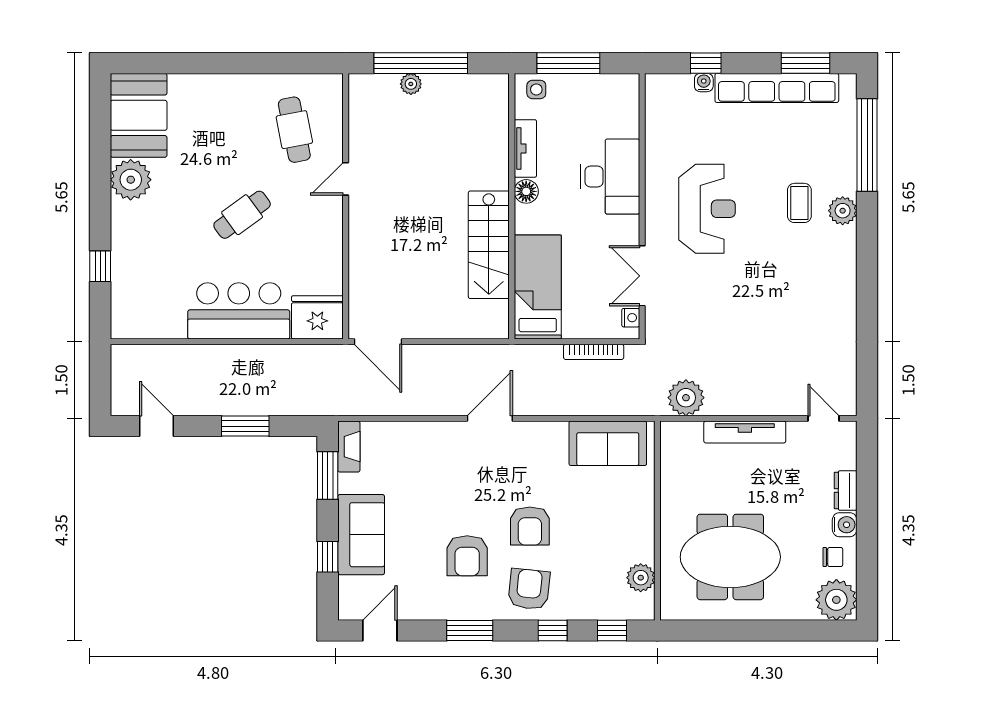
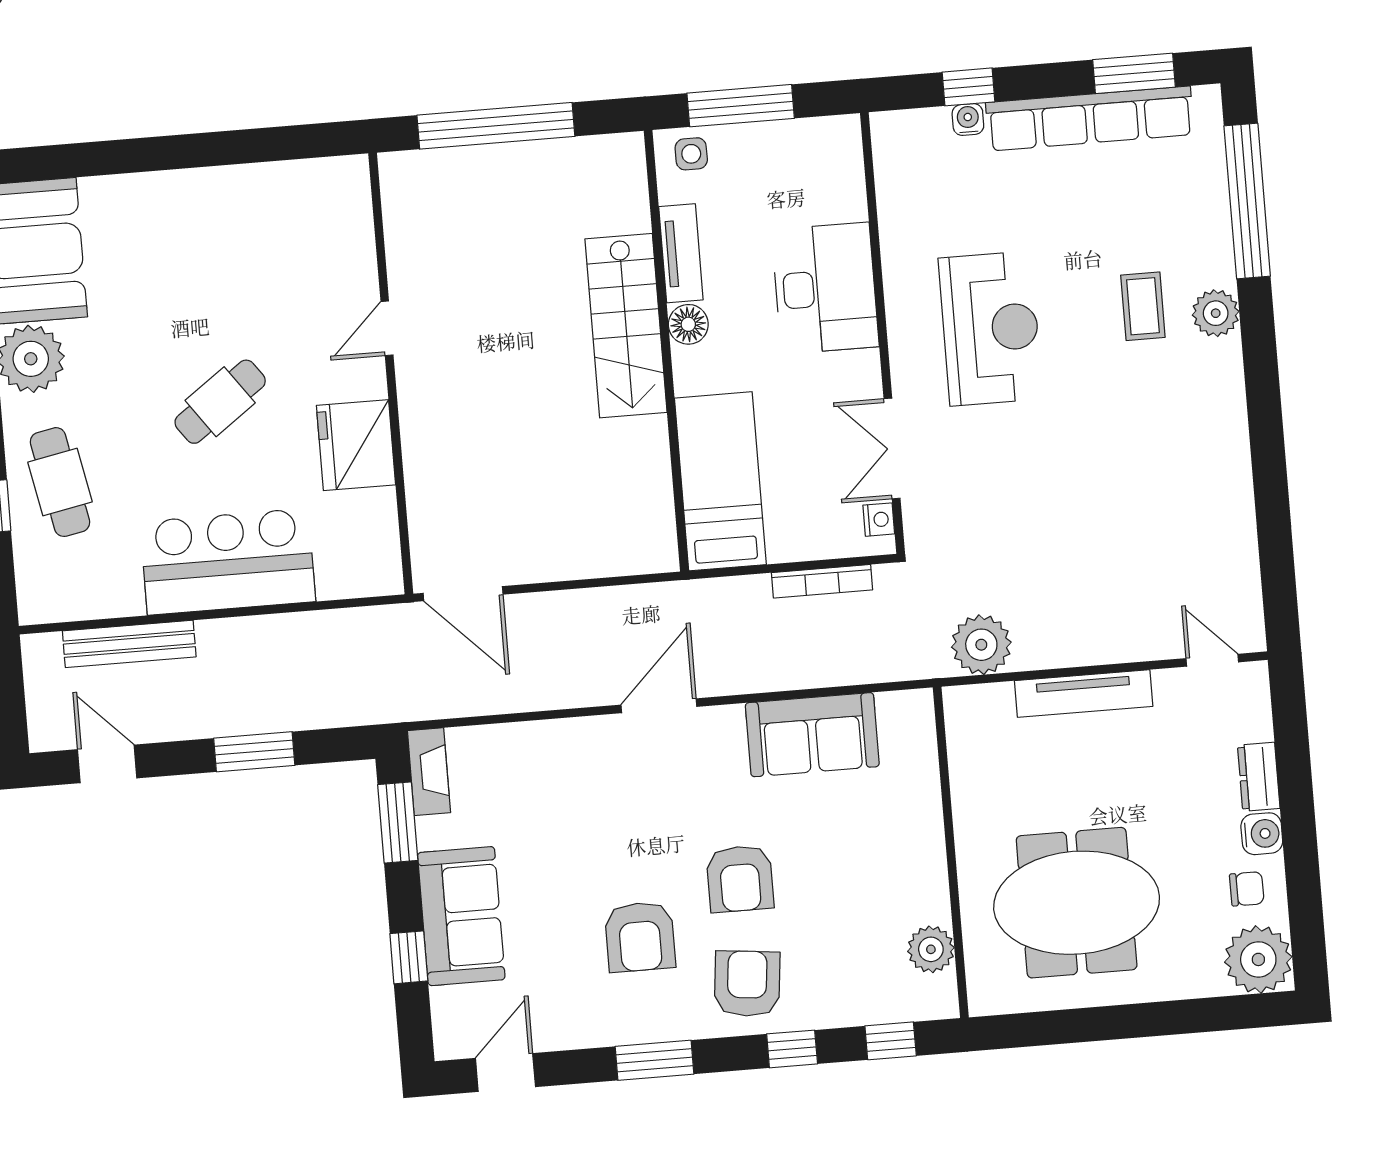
plant: (411, 84) -> (482, 162), removed
cafe table: (294, 130) -> (60, 482), moved
stairs: (489, 245) -> (626, 326), moved
fridge: (317, 317) -> (356, 445), moved, turned -90
bench: (176, 355) -> (129, 644), added
sofa: (608, 443) -> (812, 735), moved

